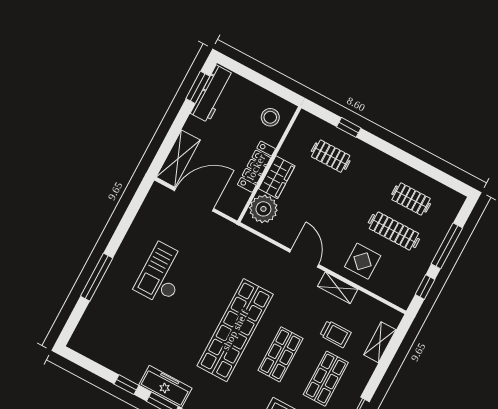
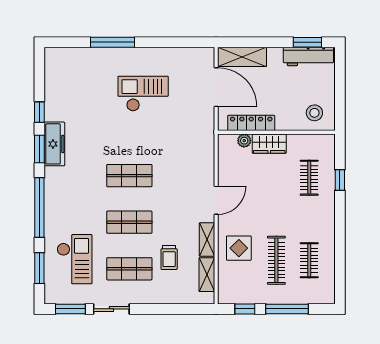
locker: (256, 167) -> (251, 123), moved
plant: (263, 209) -> (244, 141), width x0.53, depth x0.53
shop shelf: (235, 330) -> (129, 176), width x0.50, depth x0.74
shelving: (380, 342) -> (207, 275), moved, turned 90

